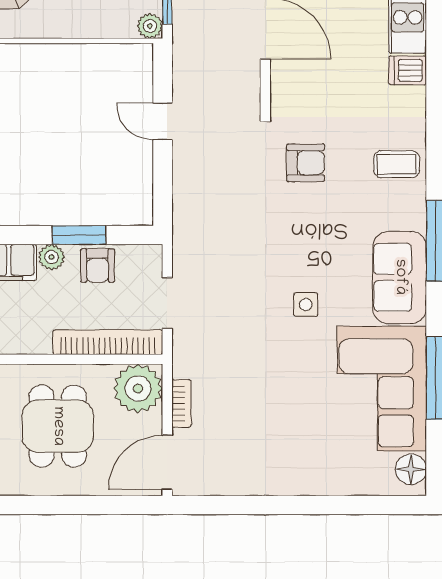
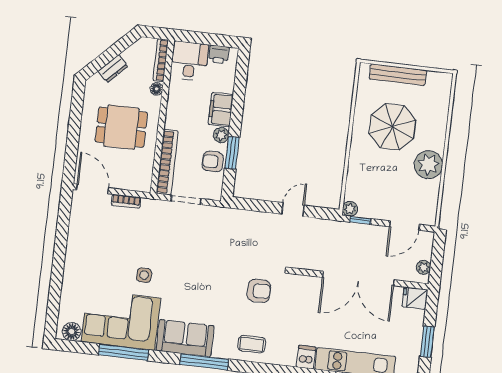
armchair: (306, 163) -> (259, 291), turned -90
coffee table: (397, 164) -> (252, 344), turned 90
side table: (306, 305) -> (144, 275), moved
plant: (138, 388) -> (138, 177), removed

